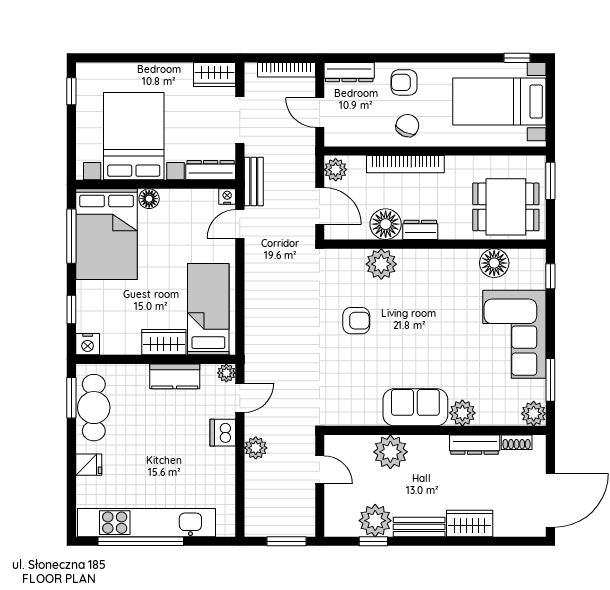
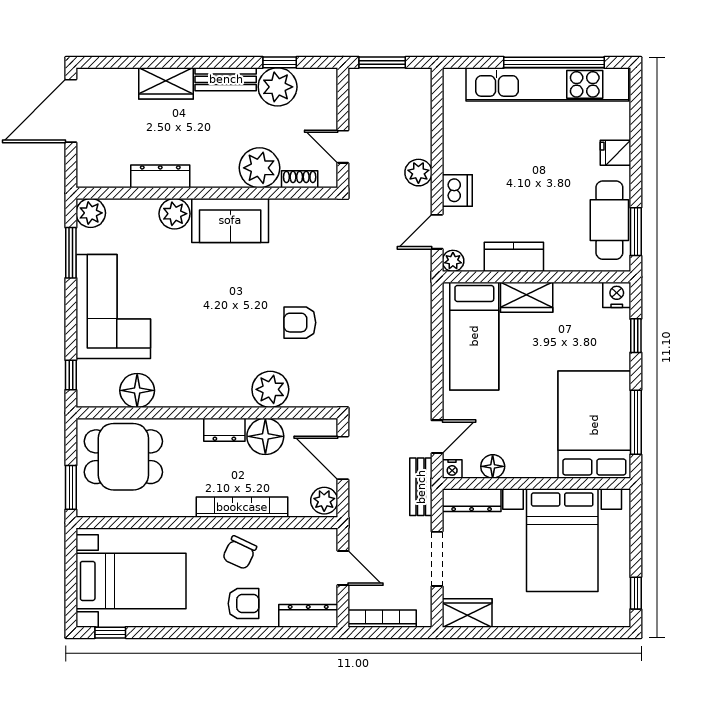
floor lamp: (149, 199) -> (493, 466), moved
shoe rack: (517, 442) -> (300, 179), moved

